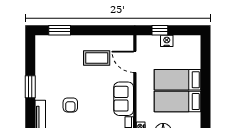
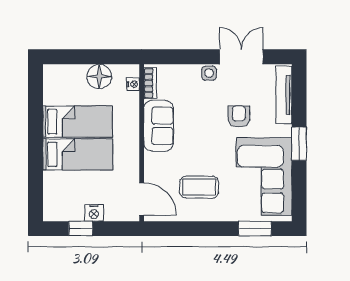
window: (160, 30) -> (81, 229), moved
door: (135, 62) -> (142, 199), moved
corner sofa: (54, 65) -> (264, 176), added

